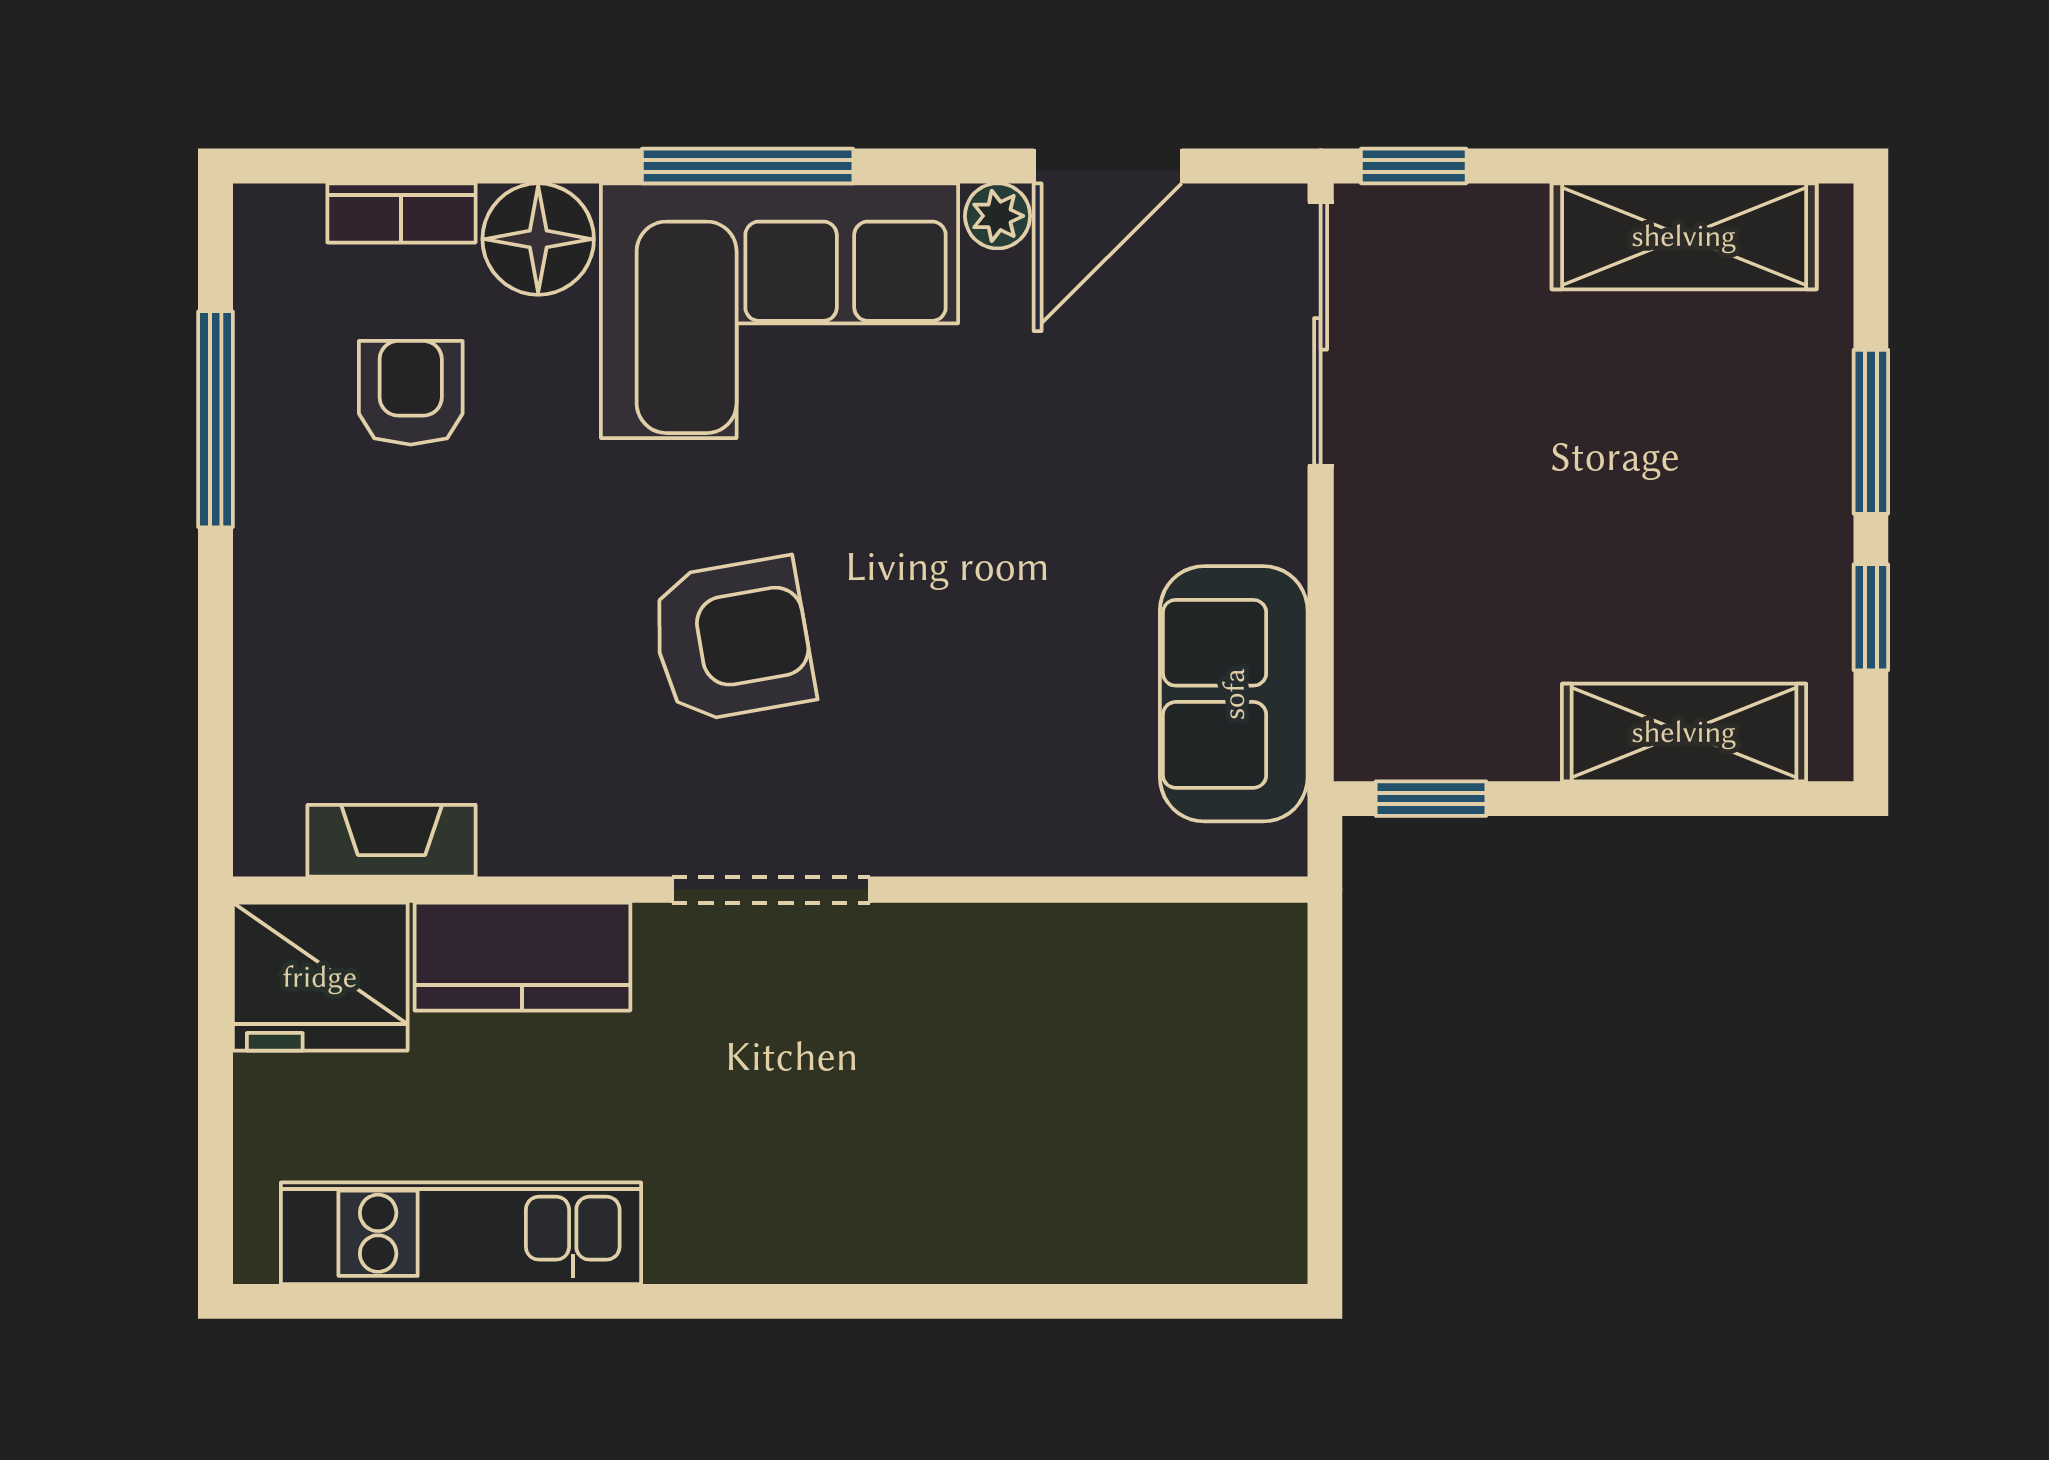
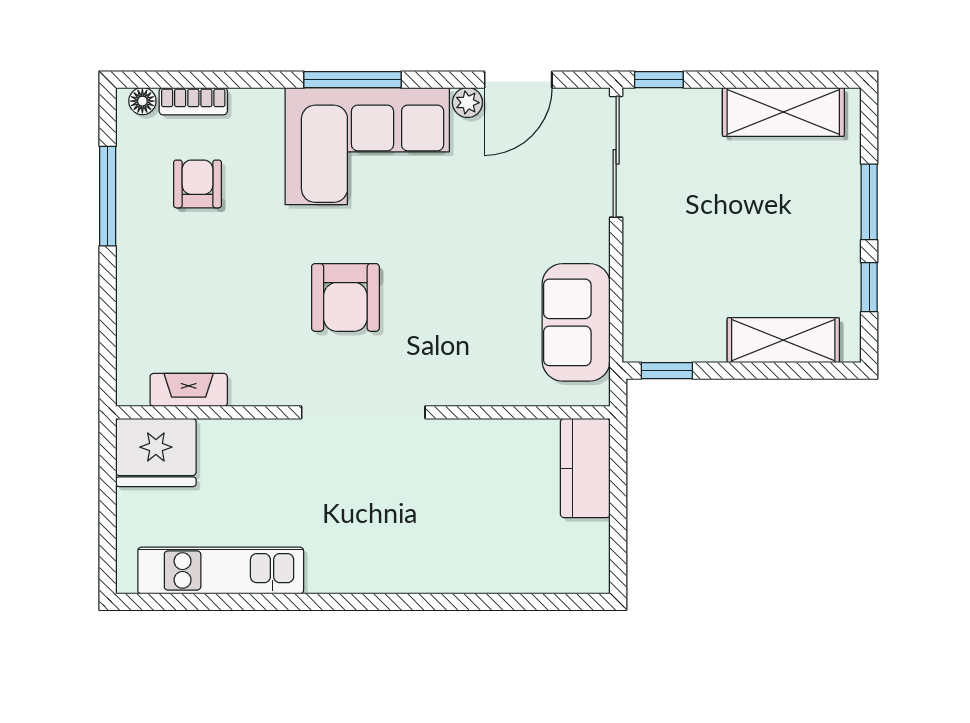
floor lamp: (538, 239) -> (142, 101), moved, width x0.53, depth x0.53
armchair: (732, 640) -> (345, 297), turned 100
doorway: (771, 890) -> (363, 412), width x1.36
kitchen counter: (522, 957) -> (585, 468), moved, turned 90

